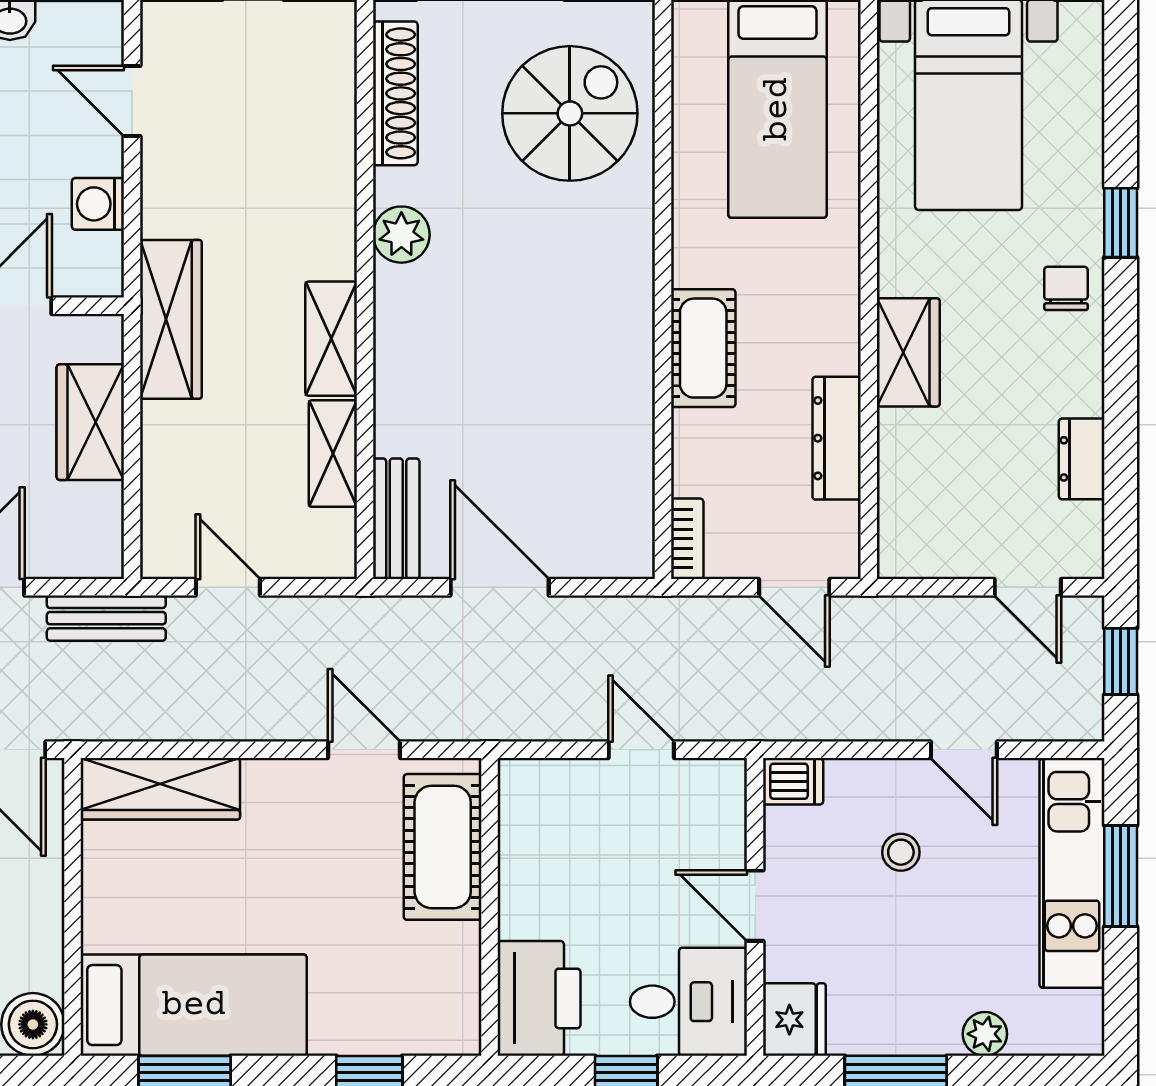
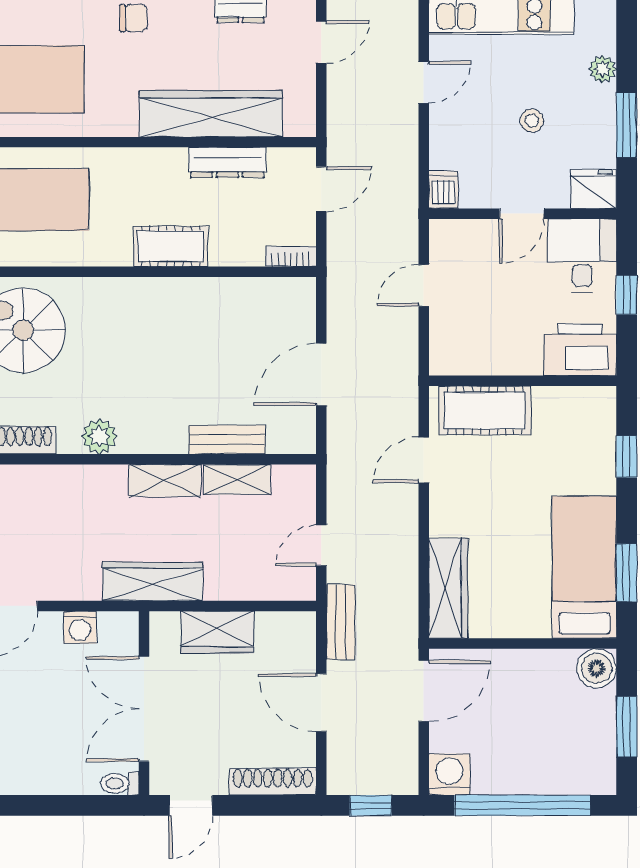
chair: (1066, 288) -> (133, 18), turned 180
wardrobe: (908, 352) -> (211, 114), width x2.10, depth x1.17
bench: (396, 519) -> (227, 440), moved
stool: (901, 852) -> (532, 121), moved

